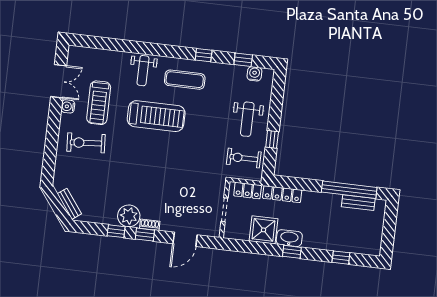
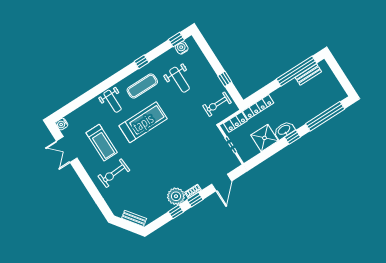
window: (243, 60) -> (176, 40), moved
double door: (59, 81) -> (67, 149), swing flipped
water cooler: (68, 106) -> (62, 124), moved
weight bench: (247, 119) -> (180, 80), moved
window: (341, 258) -> (325, 116), width x3.17

